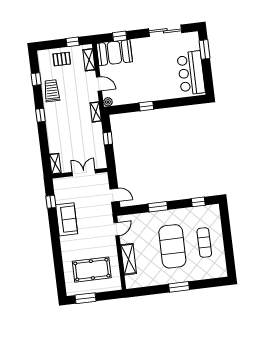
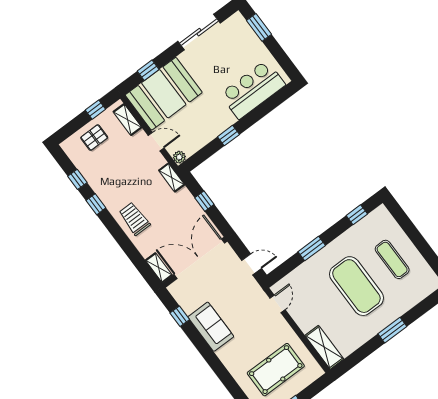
booth: (114, 53) -> (164, 94), width x1.36, depth x1.42
bar counter: (191, 73) -> (253, 90), moved, turned 90
trolley: (52, 91) -> (134, 219), moved
window: (40, 115) -> (96, 204), moved
double door: (84, 173) -> (199, 259), width x1.87
shelving: (129, 259) -> (324, 347), moved

